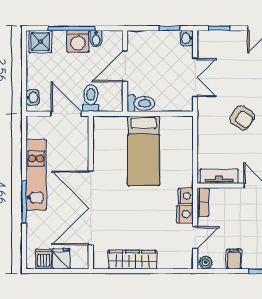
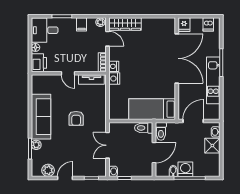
shower: (40, 42) -> (212, 146), moved
toilet: (91, 98) -> (161, 131), moved
door: (66, 114) -> (193, 121), swing flipped
armchair: (242, 118) -> (76, 118), turned -124
bed: (144, 151) -> (152, 109), moved, turned -90
nightstand: (185, 214) -> (114, 79), moved
door: (195, 238) -> (107, 39), swing flipped
fridge: (61, 259) -> (184, 25), moved
wardrobe: (132, 260) -> (125, 24), moved

